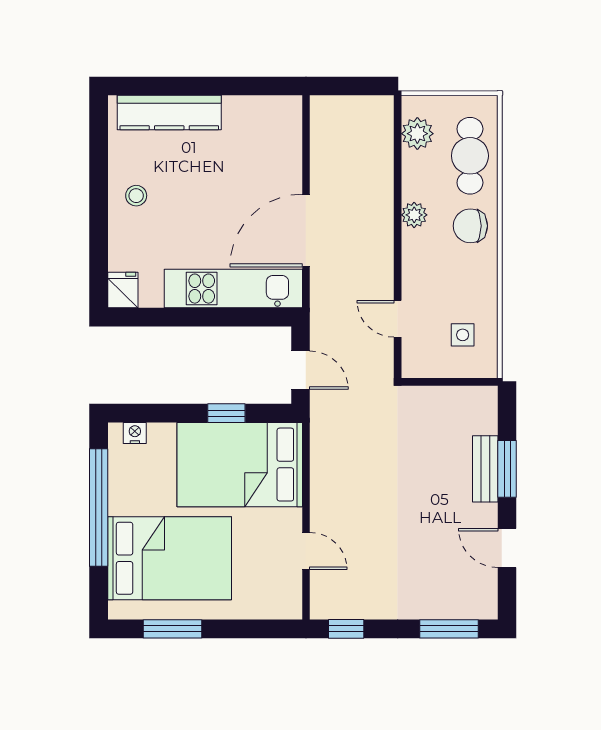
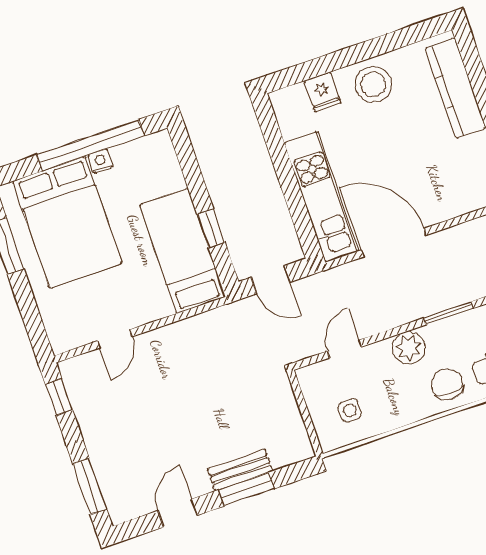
stool: (136, 196) -> (373, 84), width x1.89, depth x1.89
window: (398, 199) -> (448, 313), added
plant: (414, 215) -> (409, 348), moved, width x1.38, depth x1.38
fridge: (123, 290) -> (323, 92), moved, turned 90
door: (300, 370) -> (271, 280), hinge flipped
nightstand: (135, 433) -> (101, 161), moved, turned -90
bed: (240, 465) -> (182, 251), width x0.67

